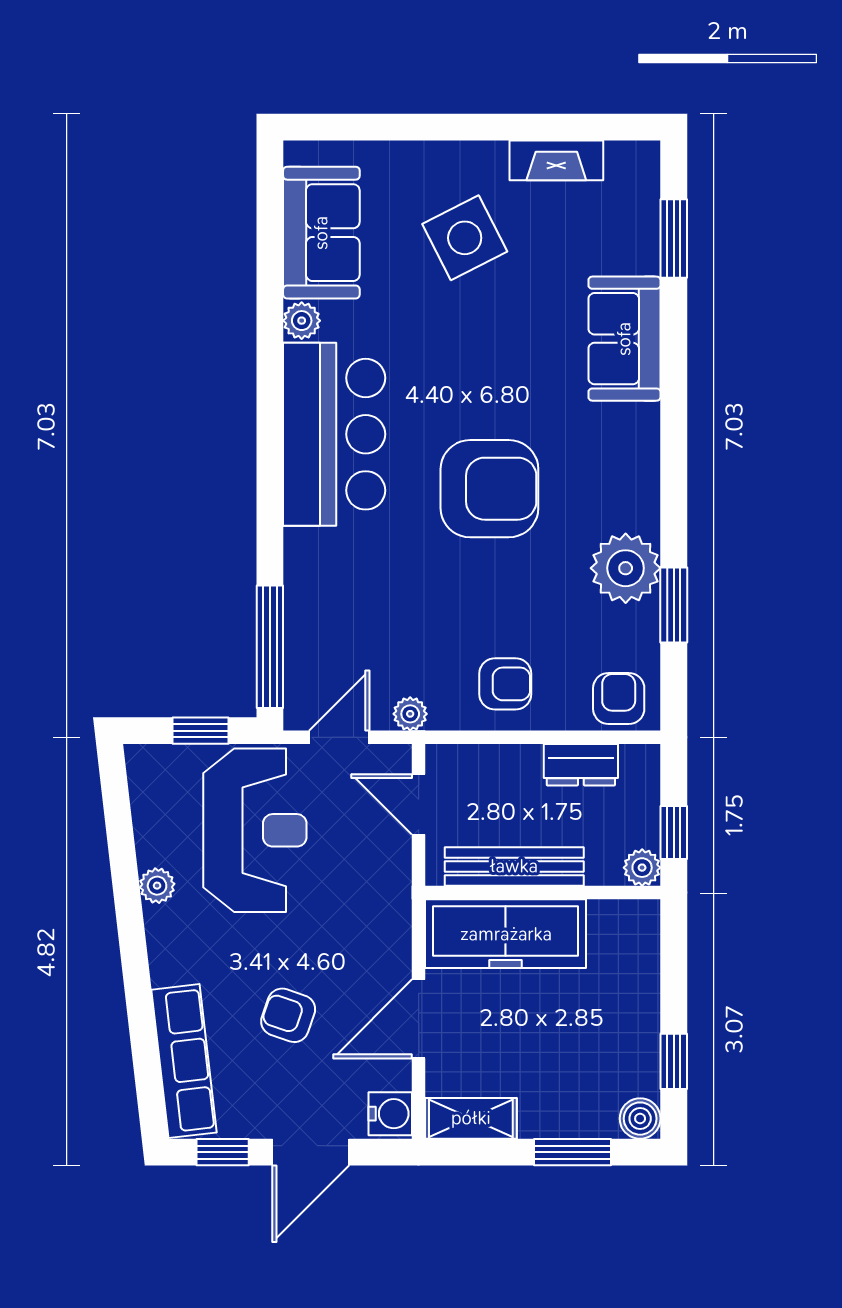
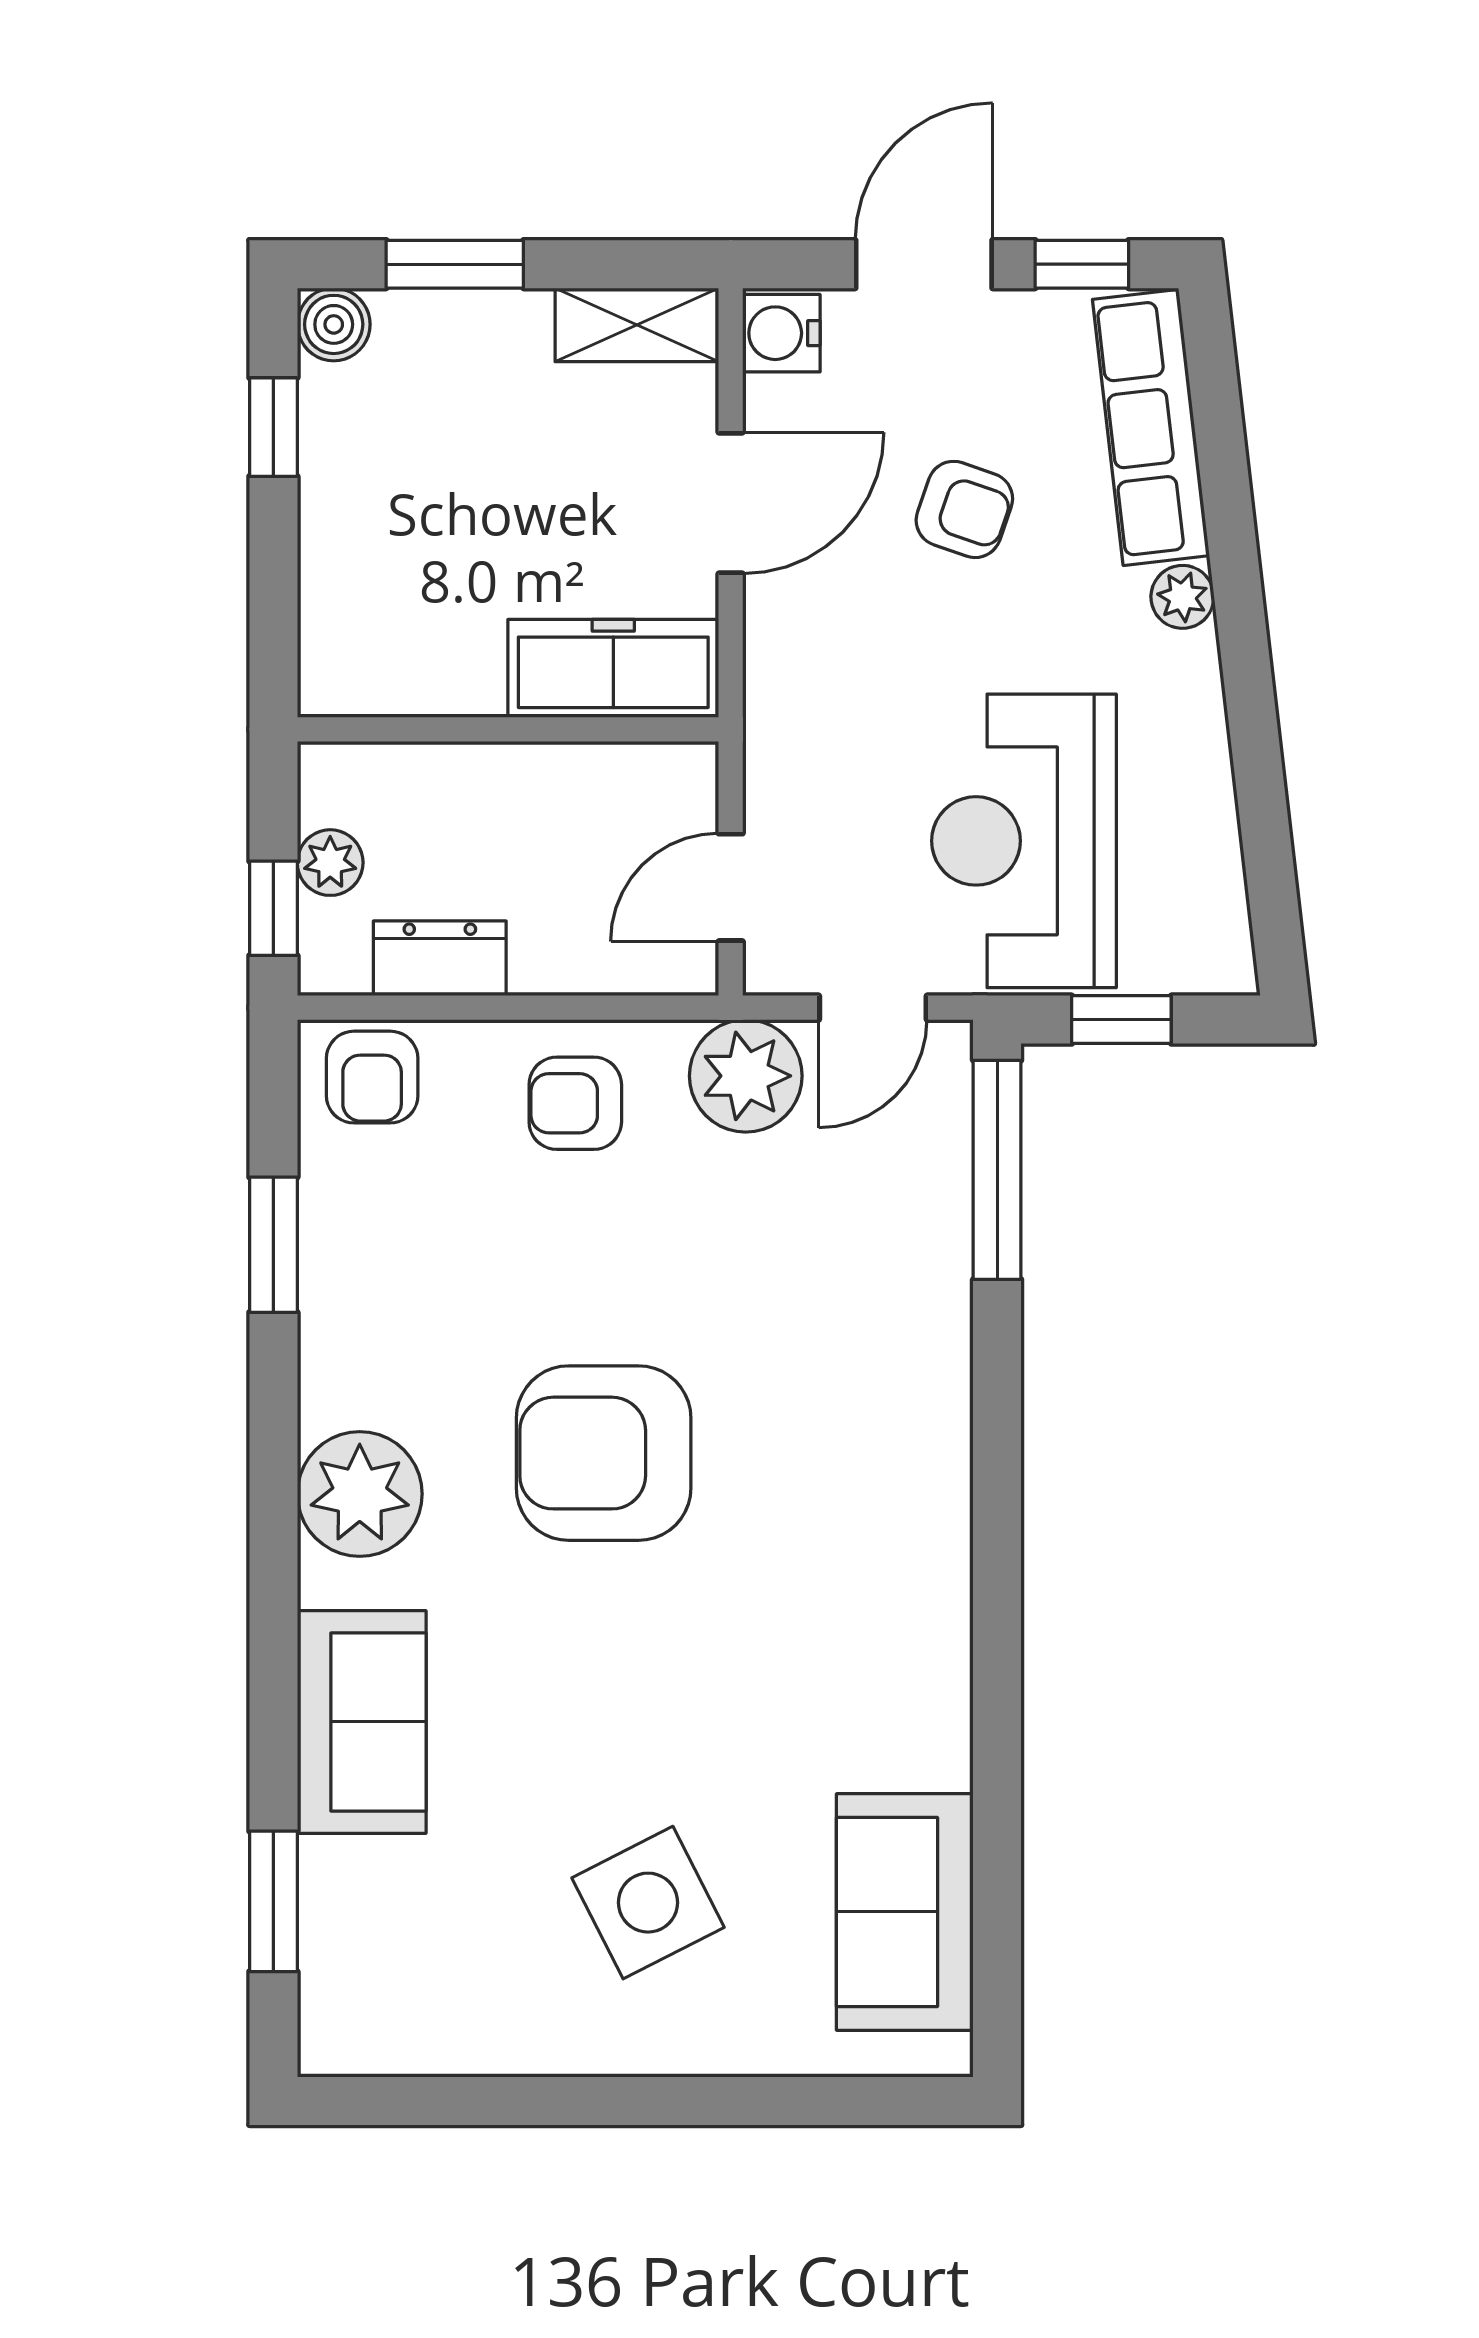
fireplace: (556, 160) -> (484, 2041), removed
plant: (302, 321) -> (940, 1754), removed
bar counter: (334, 434) -> (882, 1551), removed
plant: (626, 568) -> (360, 1494), moved
plant: (410, 714) -> (746, 1076), width x1.88, depth x1.88
door: (419, 804) -> (731, 887), swing flipped
window: (674, 833) -> (273, 908), moved
bench: (514, 866) -> (559, 776), removed
plant: (642, 868) -> (330, 863), moved
plant: (157, 886) -> (1182, 597), moved
freezer: (506, 934) -> (613, 668), width x0.73, depth x0.79

